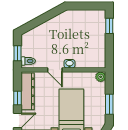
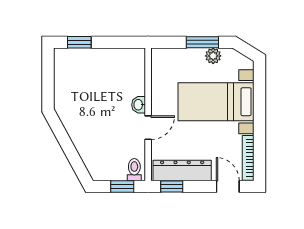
plant: (101, 77) -> (213, 56), moved
window: (17, 98) -> (172, 186), moved

